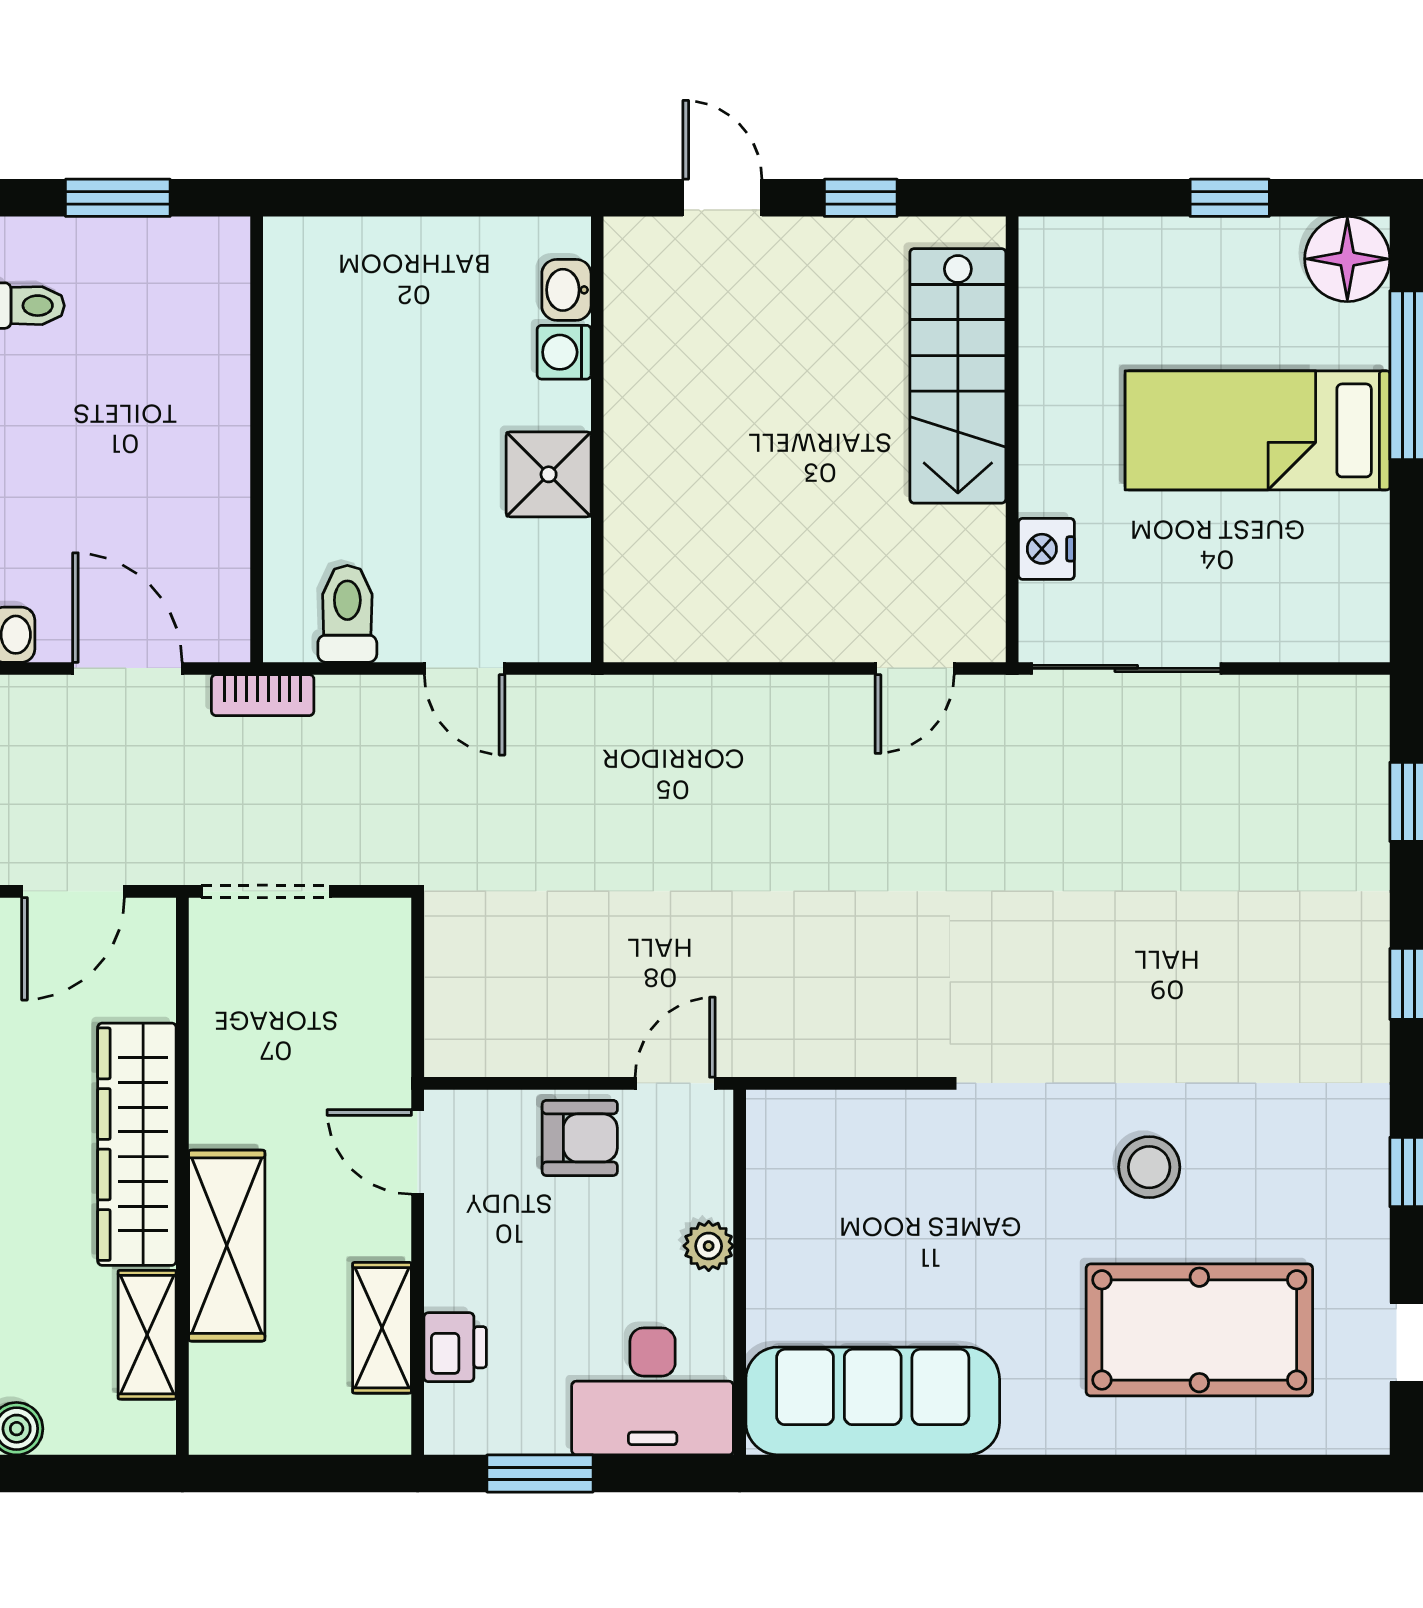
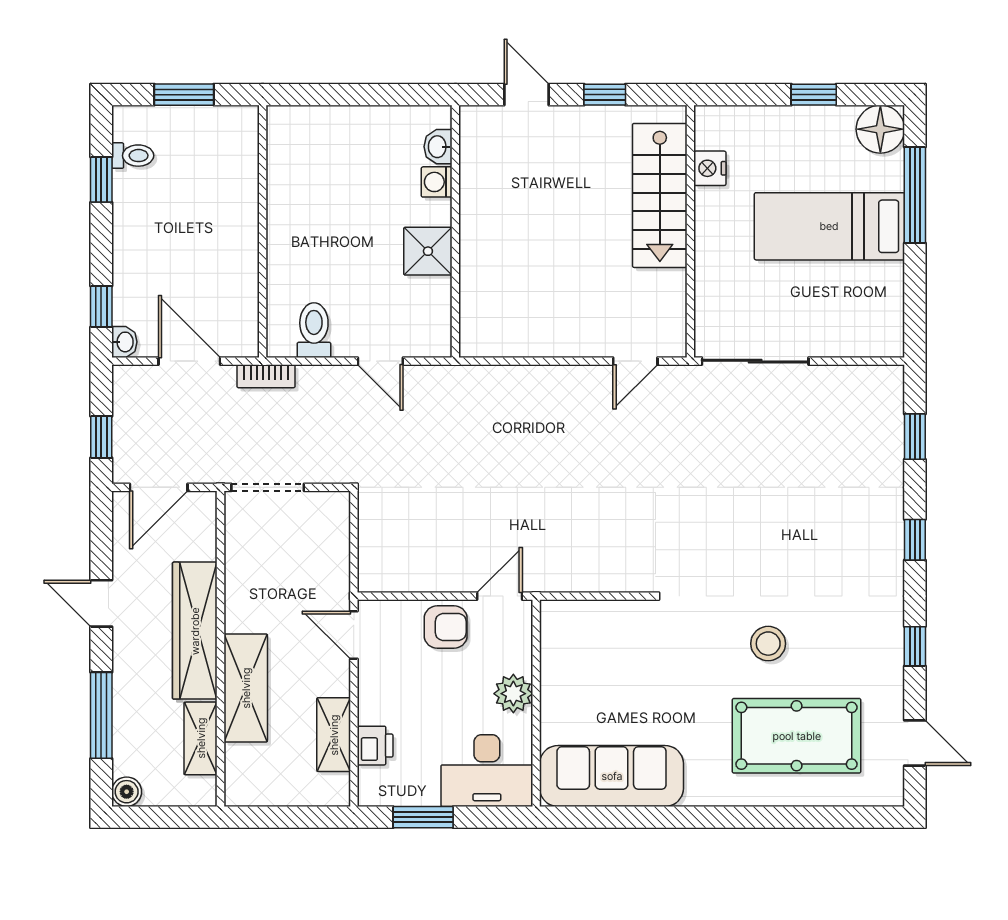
nightstand: (1046, 549) -> (710, 168), moved
plant: (709, 1246) -> (513, 694), width x1.38, depth x1.38

